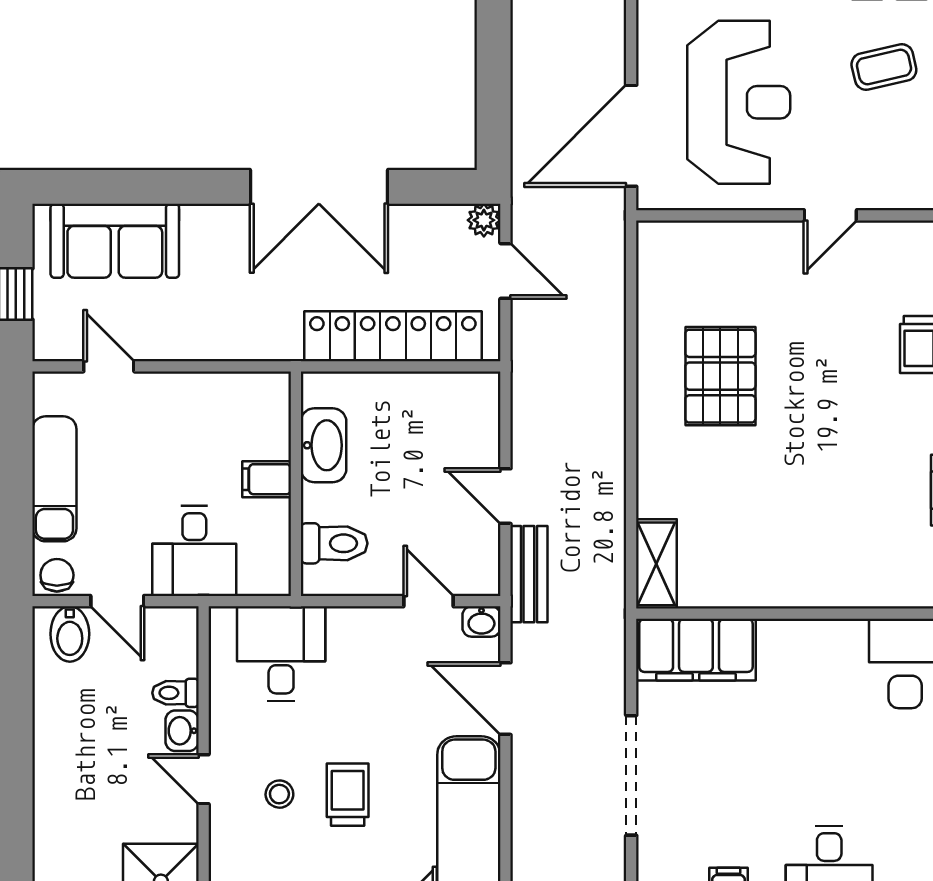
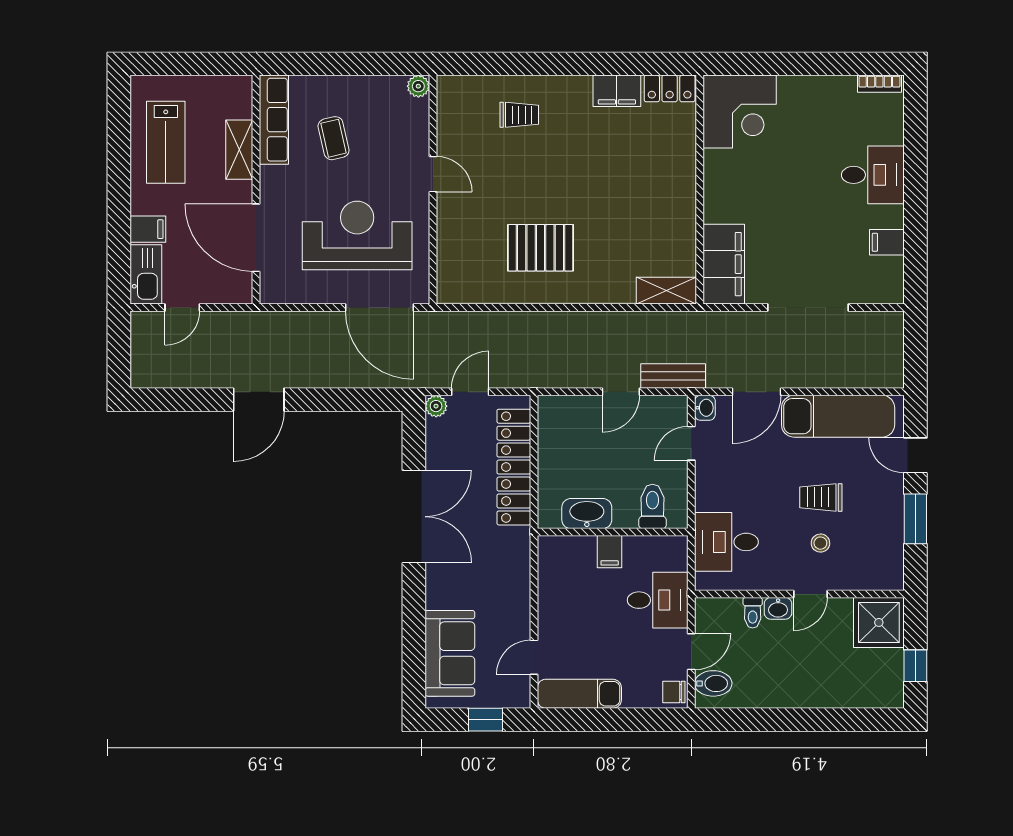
exam couch: (54, 479) -> (579, 694), moved

